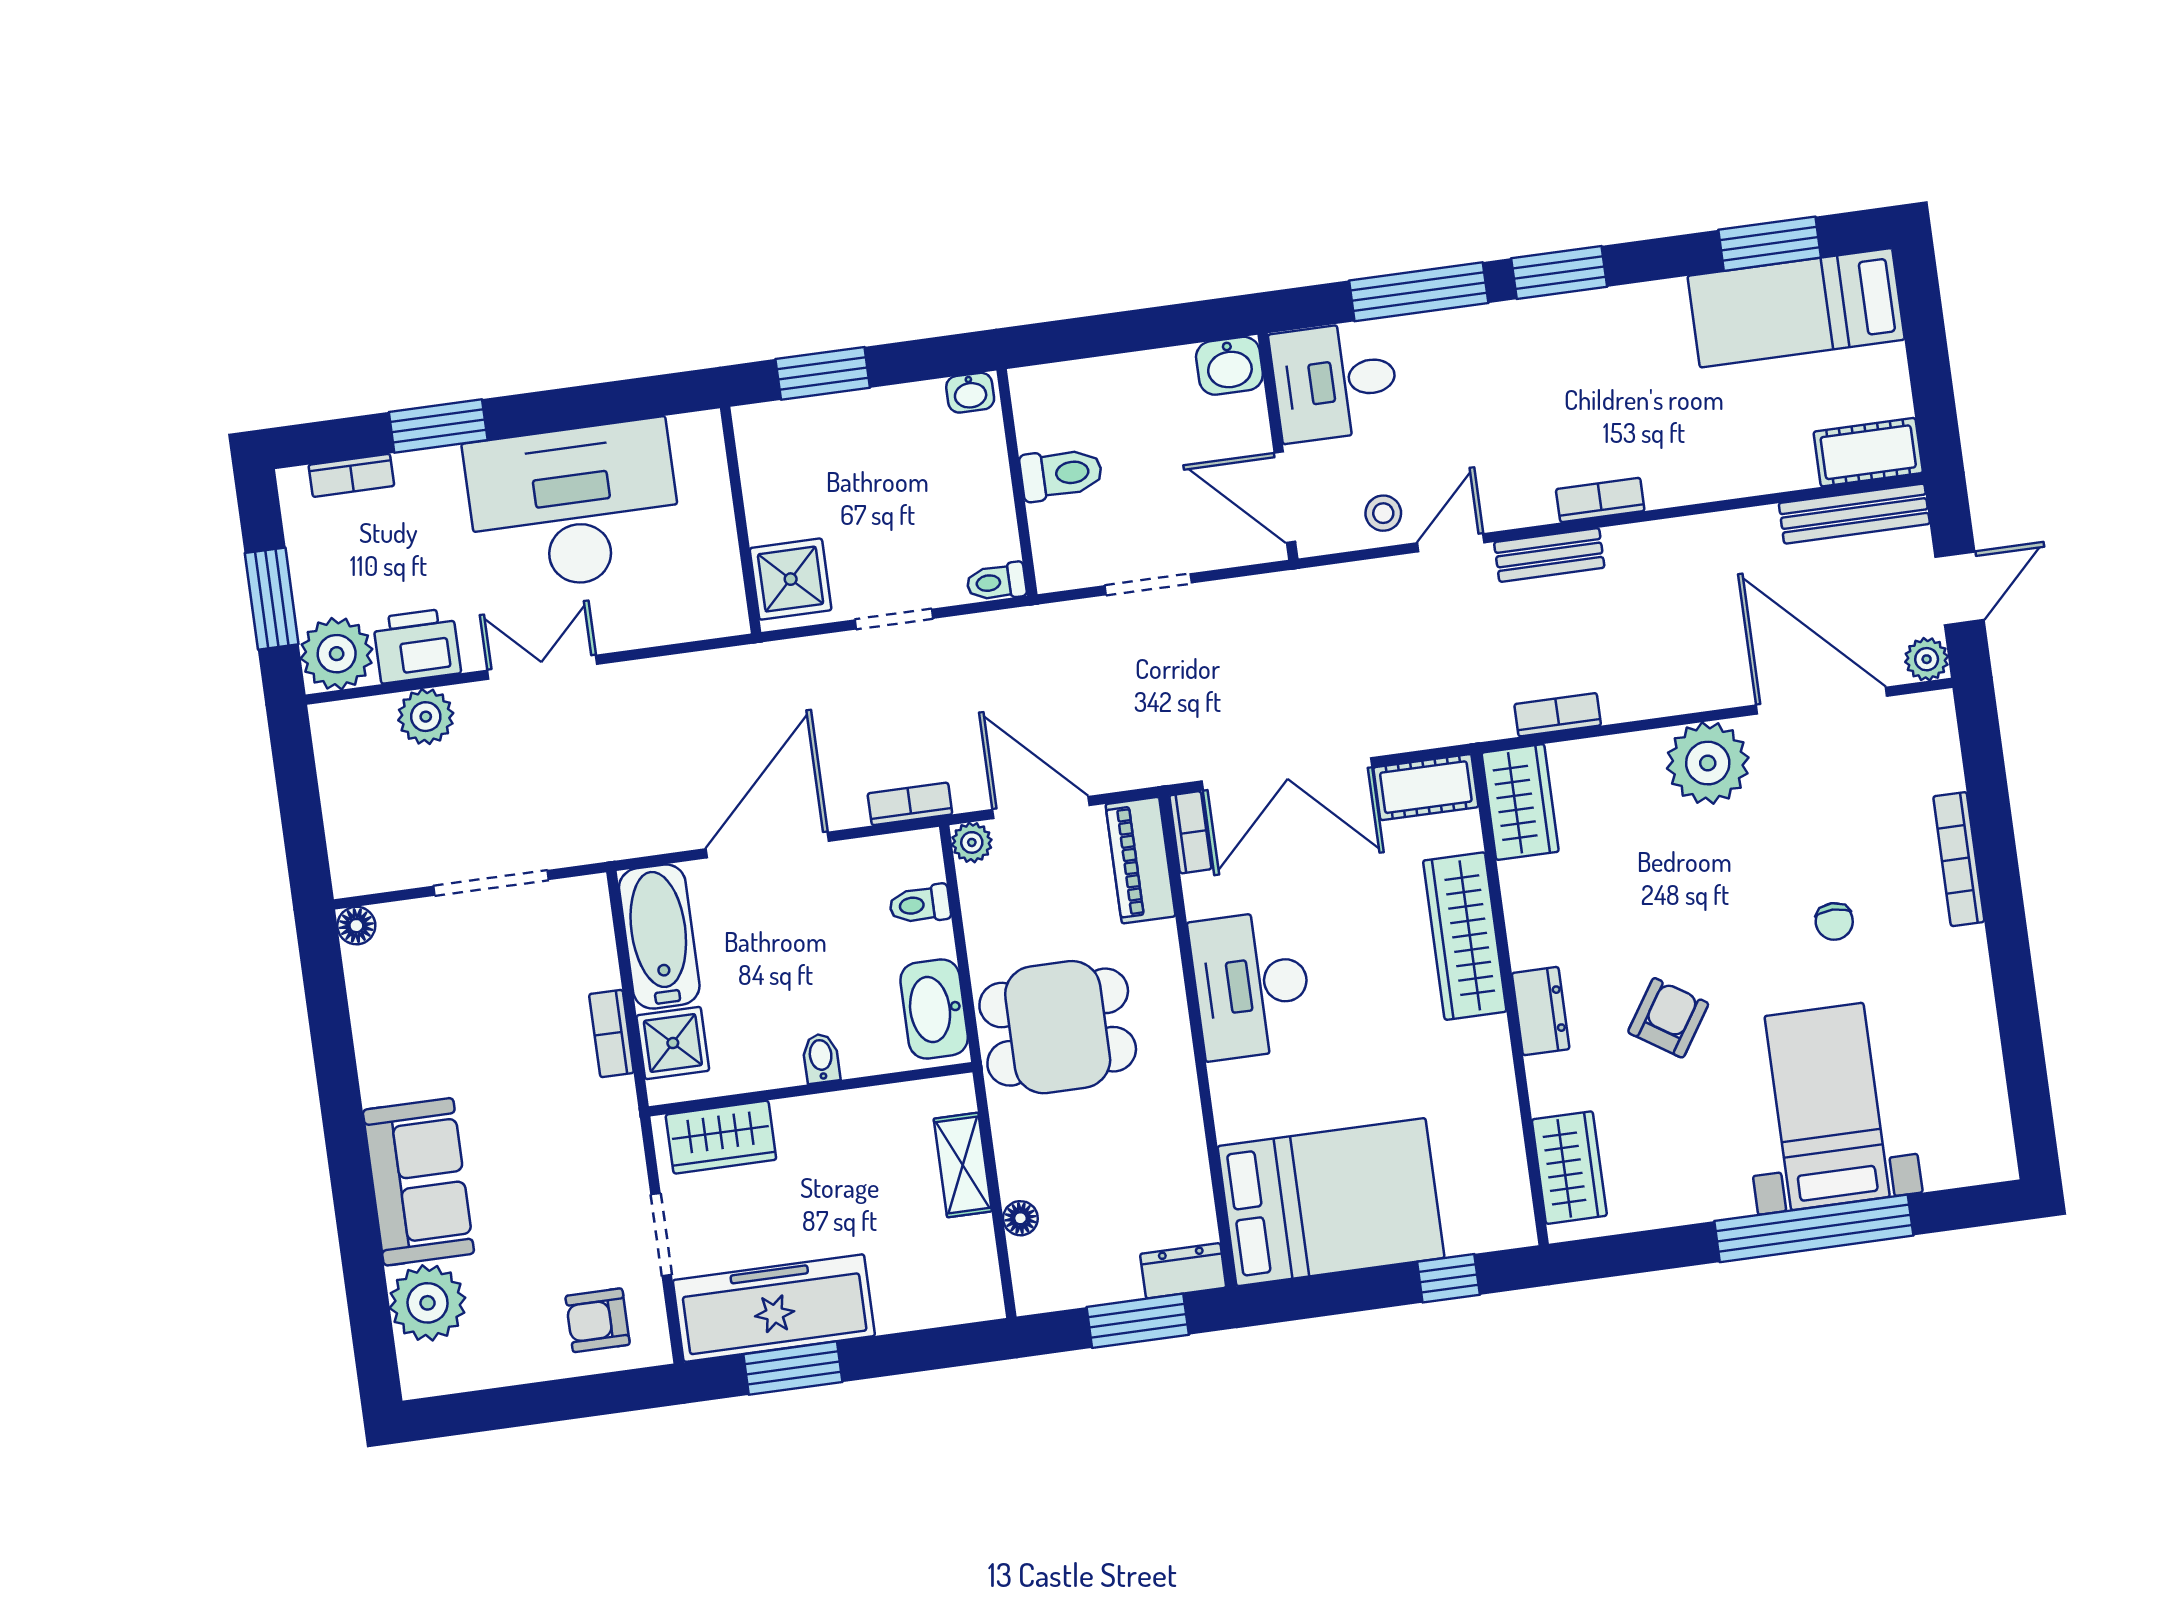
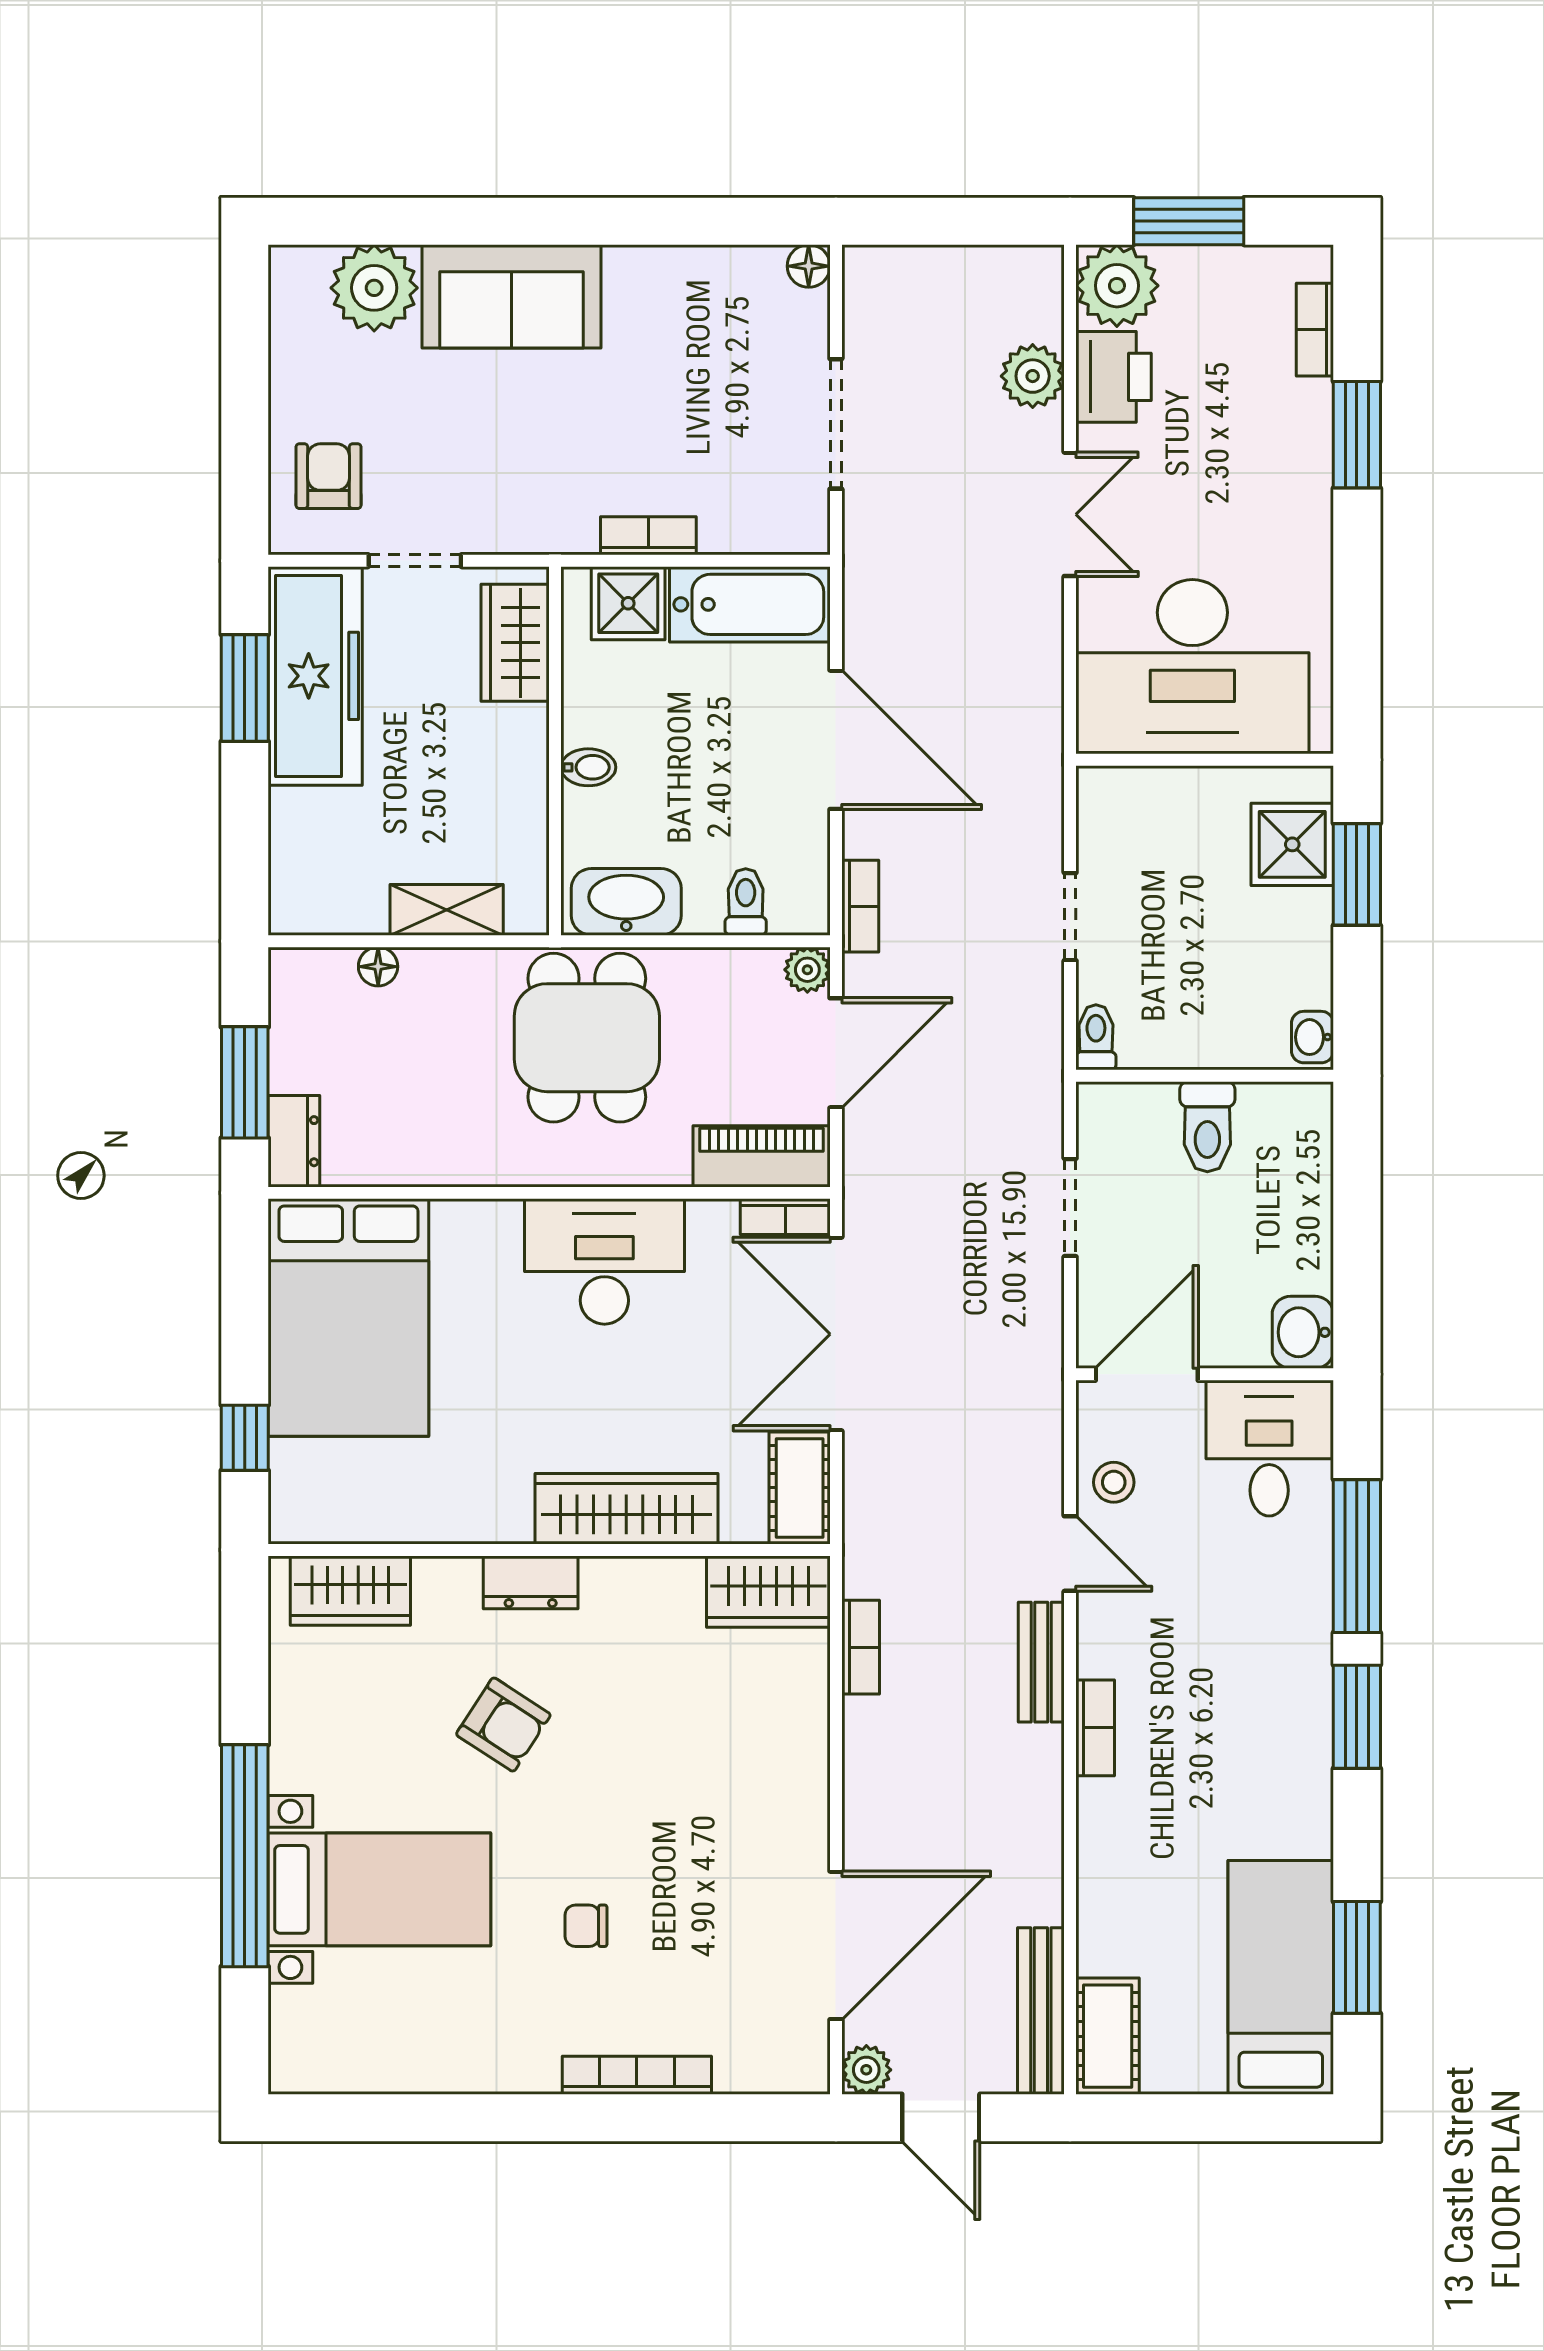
desk: (574, 506) -> (1192, 667), moved, turned 90
shower: (791, 579) -> (1292, 844), moved
plant: (1708, 763) -> (783, 1808), removed

